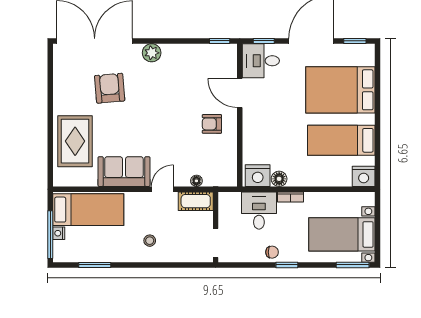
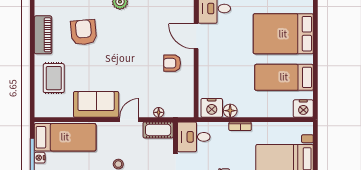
piano: (63, 91) -> (43, 35), added
rug: (75, 141) -> (54, 78), width x0.73, depth x0.70
desk: (259, 211) -> (194, 137), moved, turned -90

